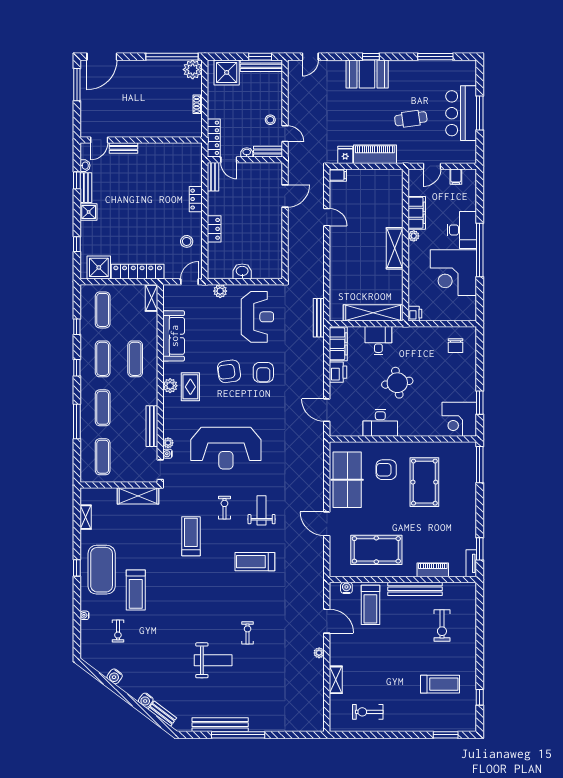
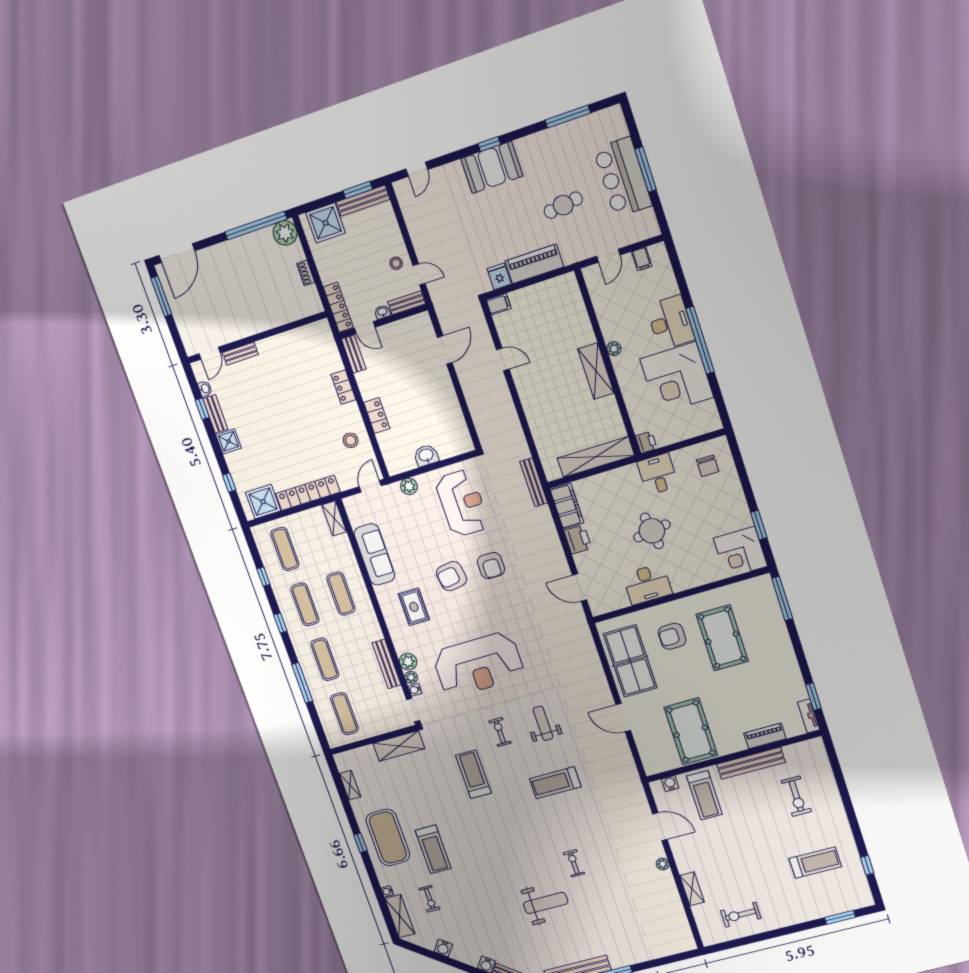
filing cabinet: (417, 213) -> (608, 319), removed
desk: (378, 341) -> (658, 474), moved
plant: (170, 386) -> (408, 662), moved
pool table: (376, 550) -> (691, 731), turned 90
shelving: (88, 639) -> (400, 916), added

